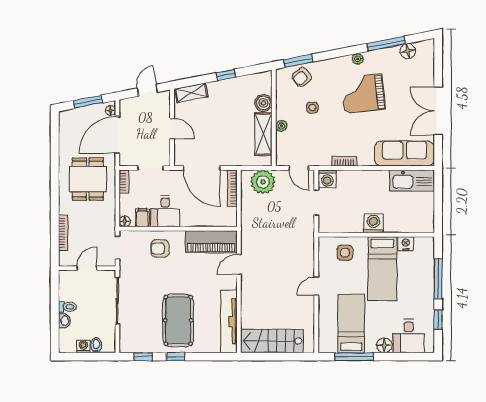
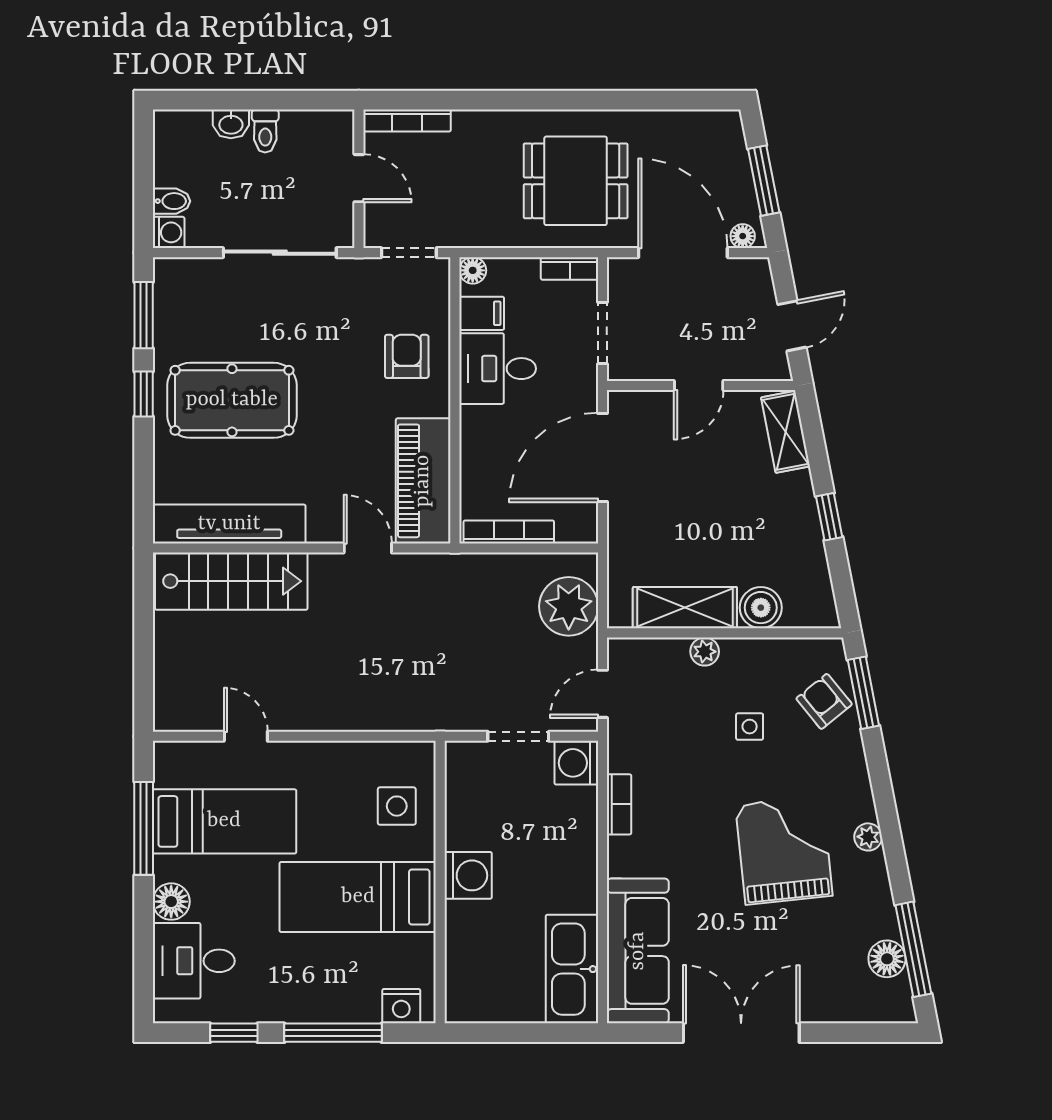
window: (386, 44) -> (913, 949), moved
door: (148, 90) -> (792, 326), hinge flipped
bookcase: (232, 188) -> (509, 532), moved
bookcase: (63, 233) -> (407, 121), moved
nightstand: (406, 244) -> (401, 1006), moved, turned 90
door: (316, 286) -> (246, 736), moved
stairs: (272, 341) -> (231, 581), moved, turned 90
washing machine: (83, 346) -> (169, 232), moved
window: (143, 357) -> (144, 315), width x1.50

